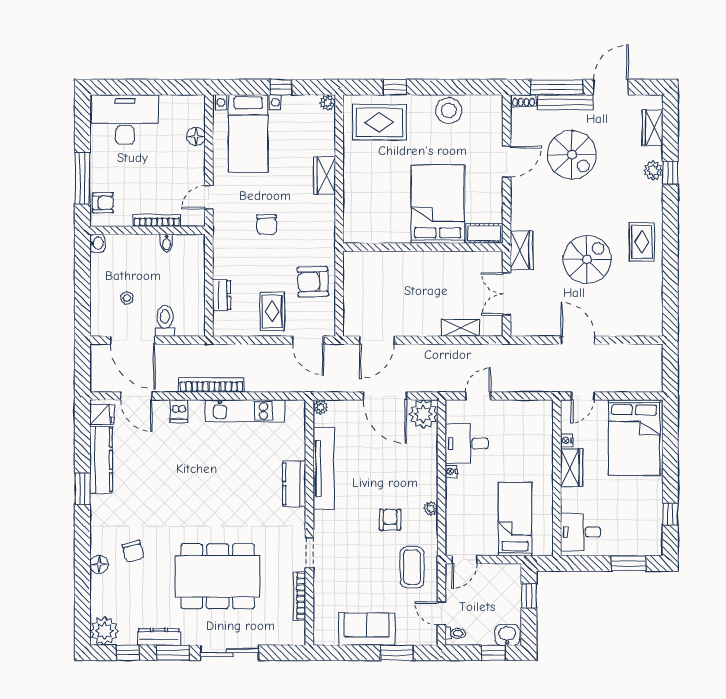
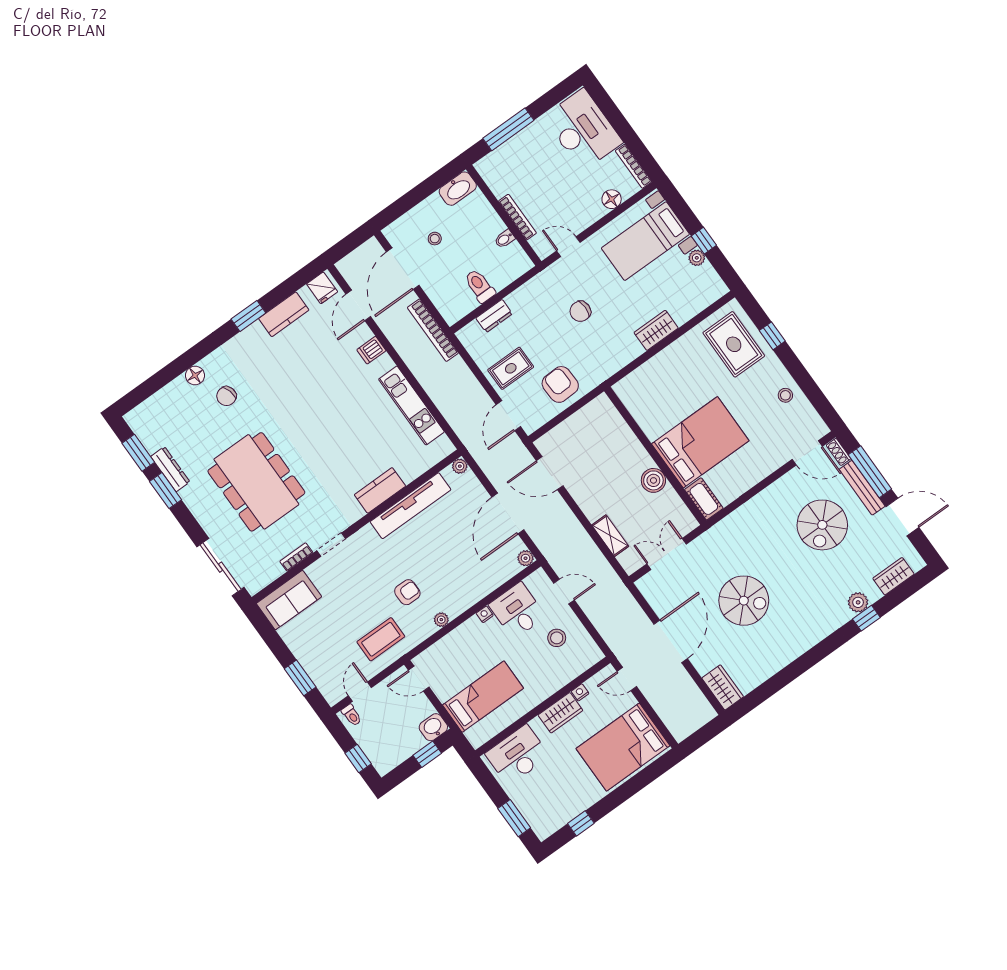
bookcase: (183, 100) -> (634, 166), added
plant: (328, 102) -> (697, 258), moved
stool: (449, 110) -> (785, 395), width x0.53, depth x0.53
door: (507, 162) -> (807, 453), moved
armchair: (103, 203) -> (500, 161), removed
rug: (642, 242) -> (791, 636), removed
washbasin: (97, 243) -> (458, 189), width x1.91, depth x1.45
wardrobe: (522, 250) -> (723, 687), moved, turned -90
boiler: (441, 263) -> (653, 480), added
toilet: (165, 321) -> (480, 286), moved, turned -90
door: (578, 340) -> (671, 641), width x1.36
bookcase: (211, 385) -> (433, 330), moved, turned 180
plant: (423, 414) -> (526, 558), width x0.53, depth x0.53
stool: (511, 428) -> (557, 638), added
kitchen counter: (101, 460) -> (284, 314), width x0.67
desk: (581, 532) -> (517, 755), width x1.37
bookcase: (299, 596) -> (296, 557), width x0.64
sofa: (367, 629) -> (289, 600), moved, turned 90
plant: (104, 631) -> (142, 420), removed
washbasin: (507, 635) -> (433, 727), moved, turned -90
window: (128, 653) -> (138, 453), width x1.50
sliding door: (230, 653) -> (221, 567), moved

